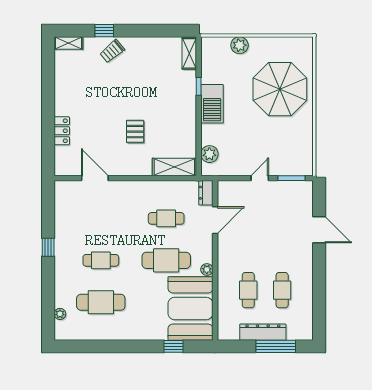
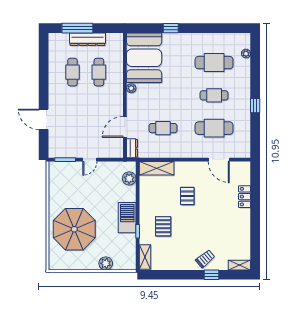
pallet: (166, 93) -> (163, 226), added
cafe table: (166, 260) -> (214, 128), moved
window: (173, 346) -> (171, 28), moved

